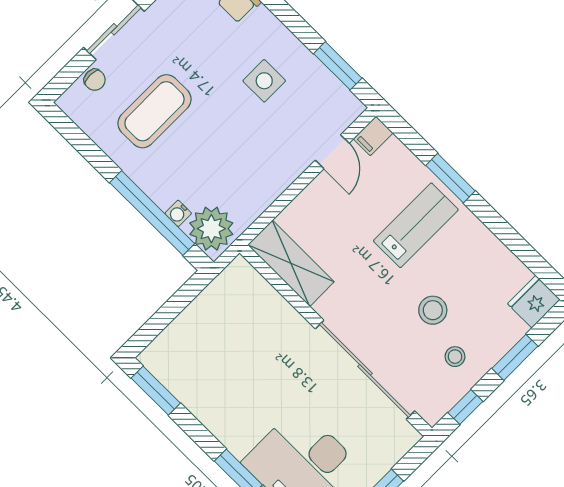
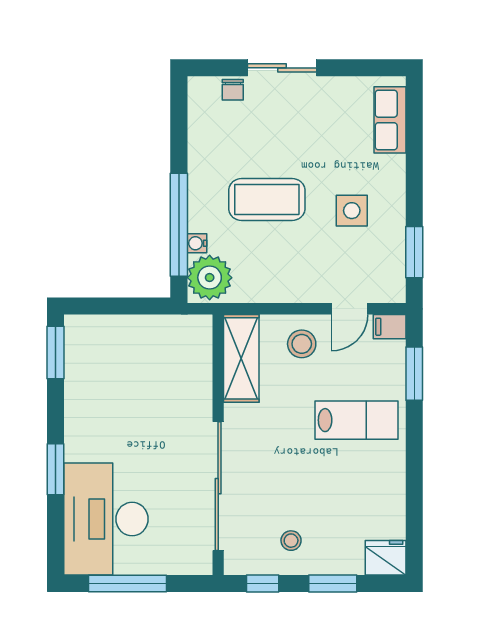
coffee table: (154, 111) -> (267, 200), moved
window: (450, 178) -> (414, 374), moved
stool: (433, 310) -> (302, 344), moved

